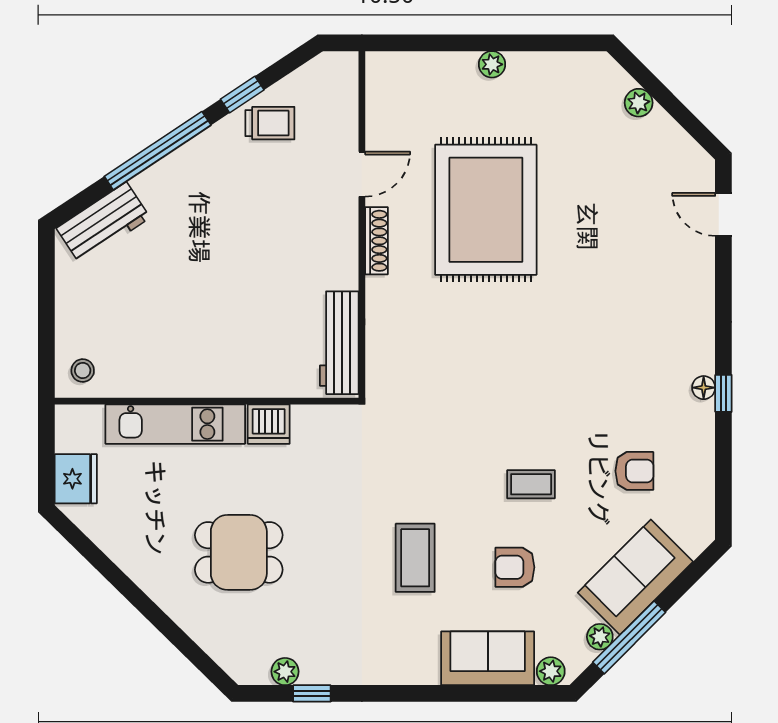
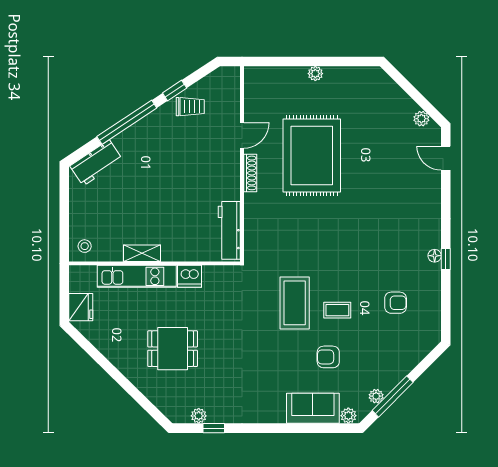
plant: (639, 103) -> (421, 119), moved
shelving: (184, 383) -> (142, 253), added
coffee table: (415, 558) -> (295, 303), moved, width x1.36, depth x1.32
sofa: (635, 577) -> (396, 363), removed

